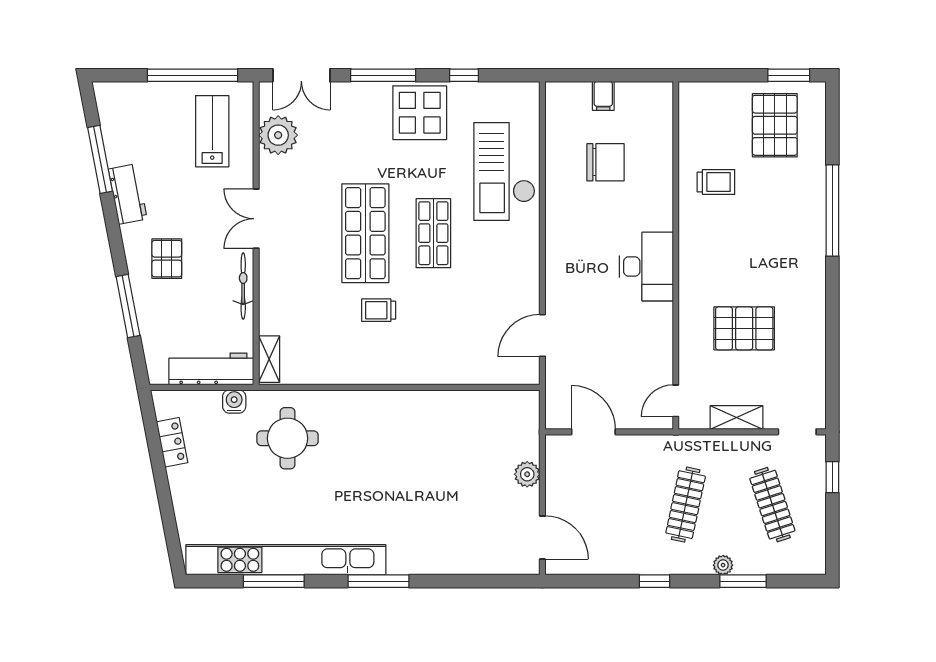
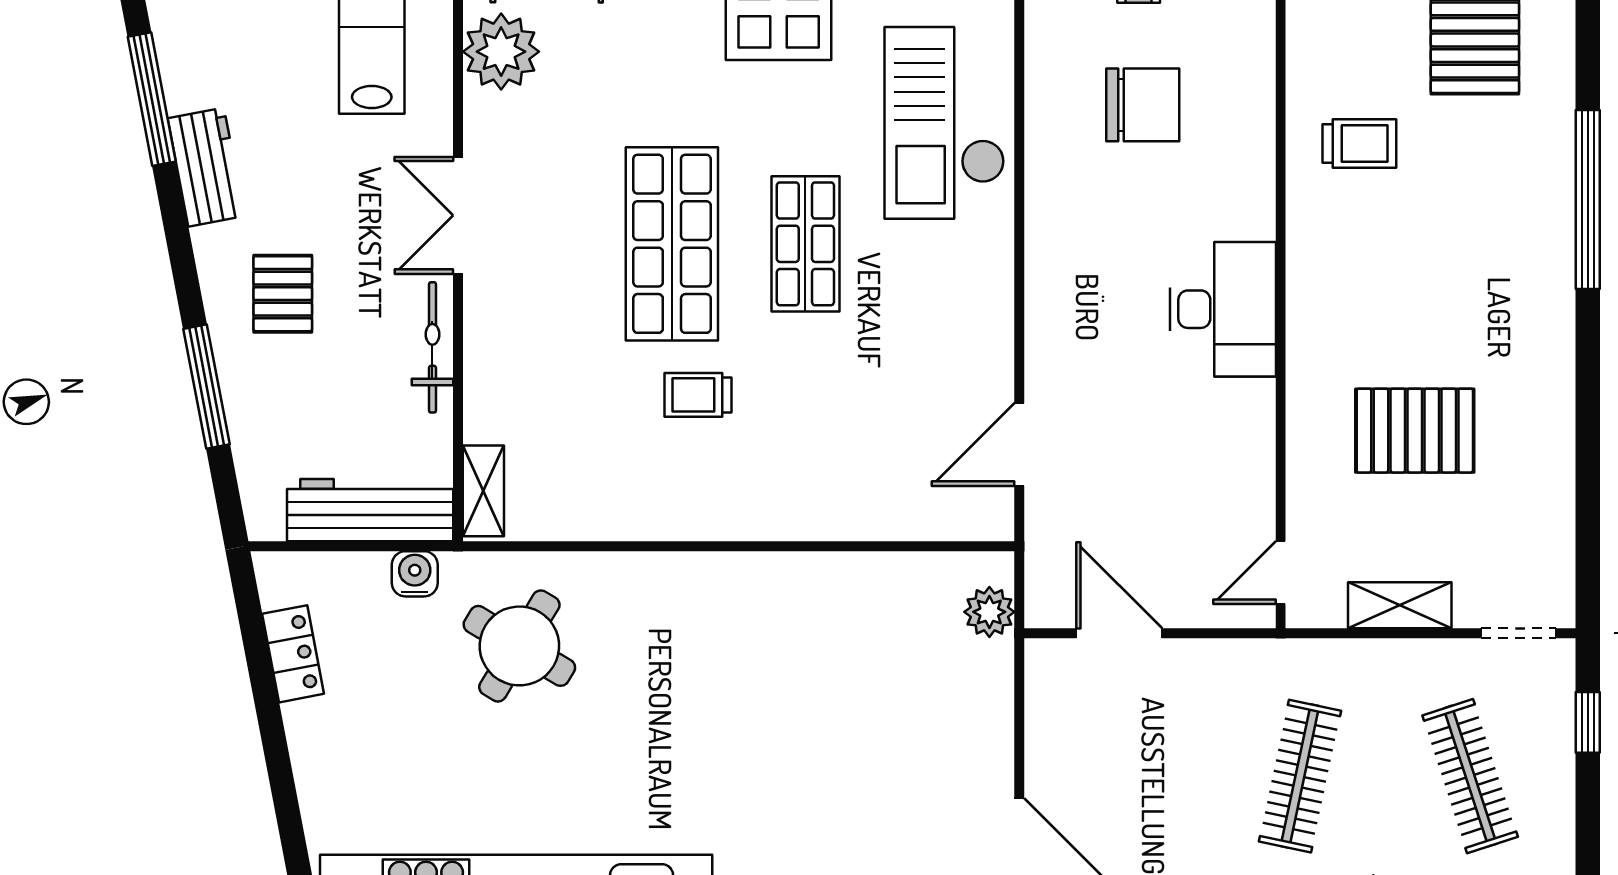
round table: (288, 438) -> (519, 646), turned 31
plant: (527, 474) -> (989, 612), moved

